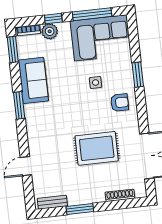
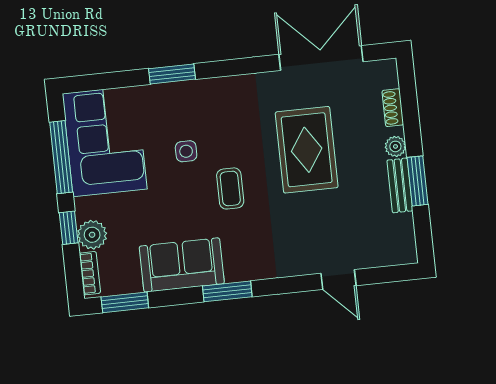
armchair: (120, 103) -> (223, 107), removed
coffee table: (75, 107) -> (230, 188), added
shoe rack: (120, 195) -> (393, 108), width x0.70
plant: (99, 197) -> (395, 146), added
bench: (52, 202) -> (400, 185), moved

